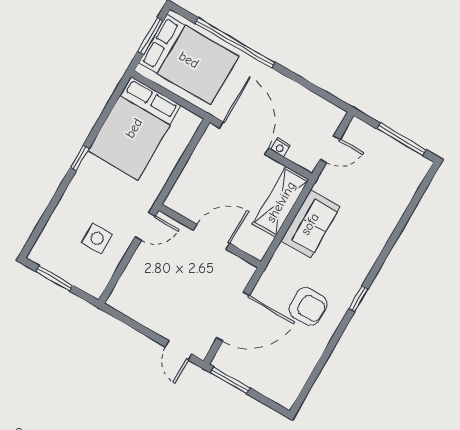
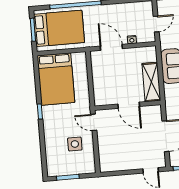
door: (244, 138) -> (111, 47), width x0.73
shelving: (281, 202) -> (151, 82), moved
door: (145, 226) -> (94, 122), swing flipped
door: (211, 237) -> (129, 105), swing flipped

